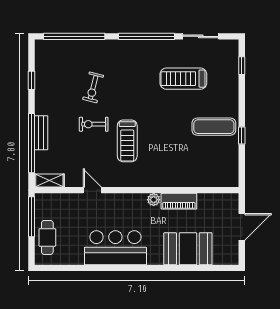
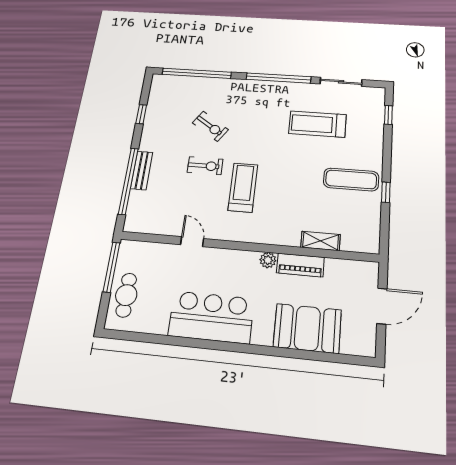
exercise bike: (93, 87) -> (210, 126), turned -70
exercise bike: (94, 124) -> (205, 166), turned 180
treadmill: (127, 141) -> (243, 187), turned 180
shelving: (49, 180) -> (321, 241), moved

